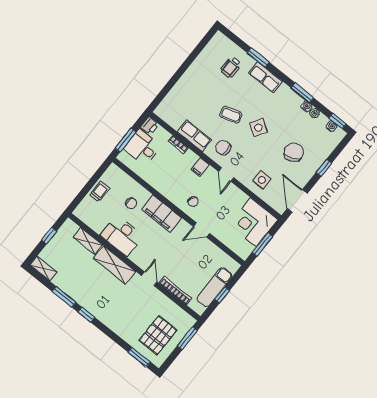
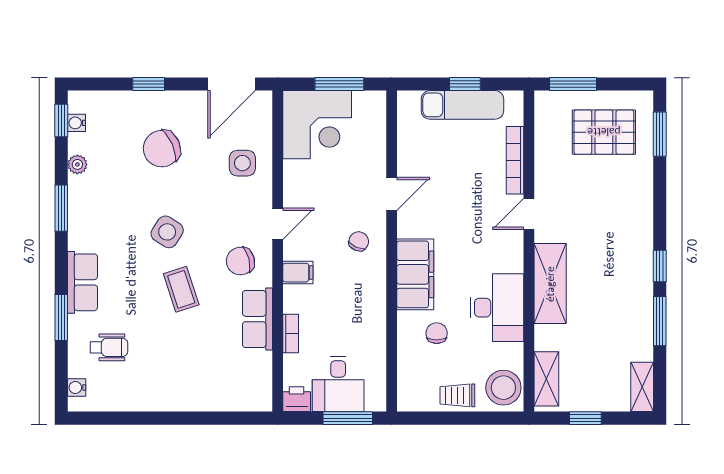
water cooler: (306, 106) -> (77, 387), moved
chair: (223, 148) -> (240, 261), turned 75
stool: (88, 213) -> (503, 388), added
door: (202, 230) -> (392, 194), hinge flipped
shelving: (88, 241) -> (546, 379), moved

